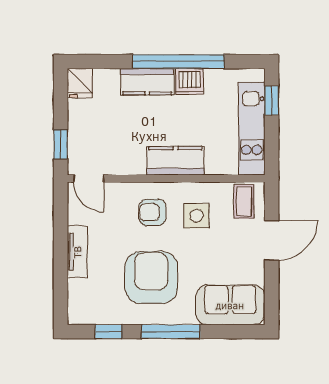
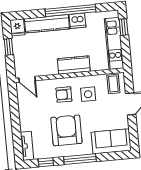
kitchen counter: (147, 82) -> (47, 24), width x1.50
window: (61, 144) -> (9, 47), moved
tv unit: (77, 252) -> (27, 146), moved

